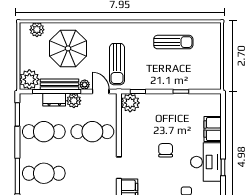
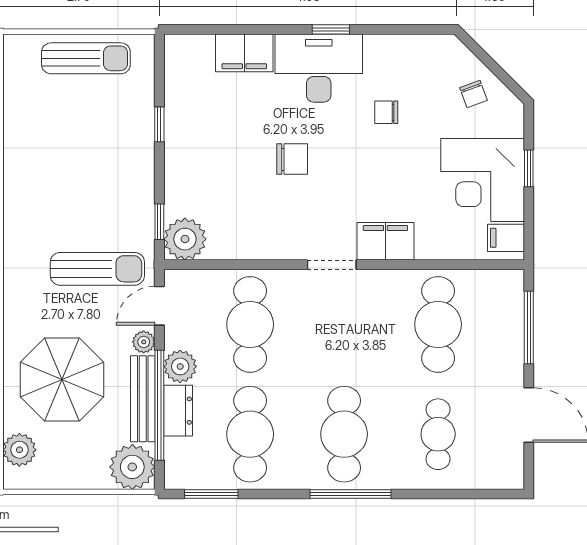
sun lounger: (173, 42) -> (86, 58), moved, turned 90
chair: (166, 150) -> (292, 159), turned 180

